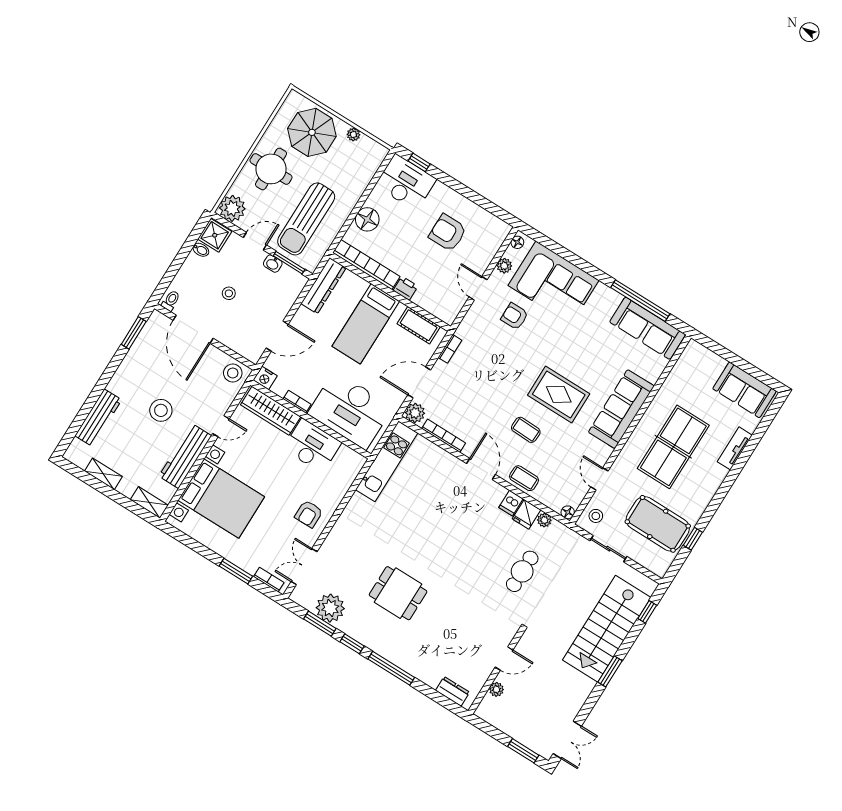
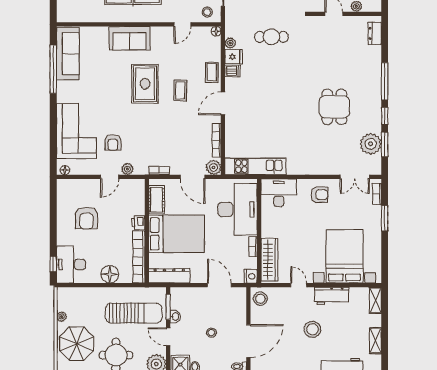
plant: (504, 266) -> (127, 169), moved
bed: (366, 324) -> (177, 234), width x1.50
sofa: (621, 409) -> (129, 38), width x0.73
desk: (312, 446) -> (279, 193), moved, turned 90
workbench: (185, 456) -> (332, 296), width x0.73

